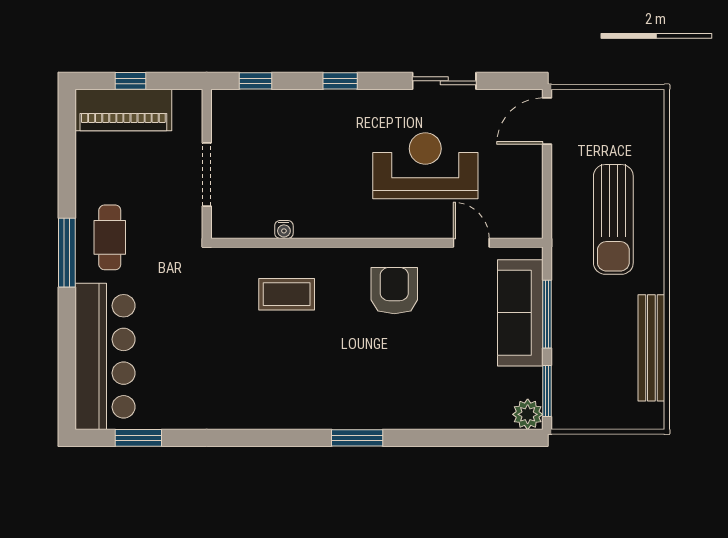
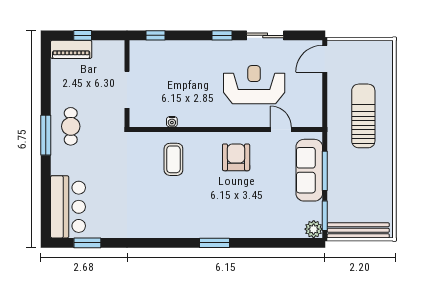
window: (340, 81) -> (222, 35), moved
piano: (123, 110) -> (71, 49), width x0.73, depth x0.75
sun lounger: (613, 219) -> (363, 116), turned 180
coffee table: (287, 294) -> (173, 159), turned 90
bench: (651, 348) -> (358, 230), moved, turned 90
bar counter: (105, 356) -> (68, 207), width x0.73

